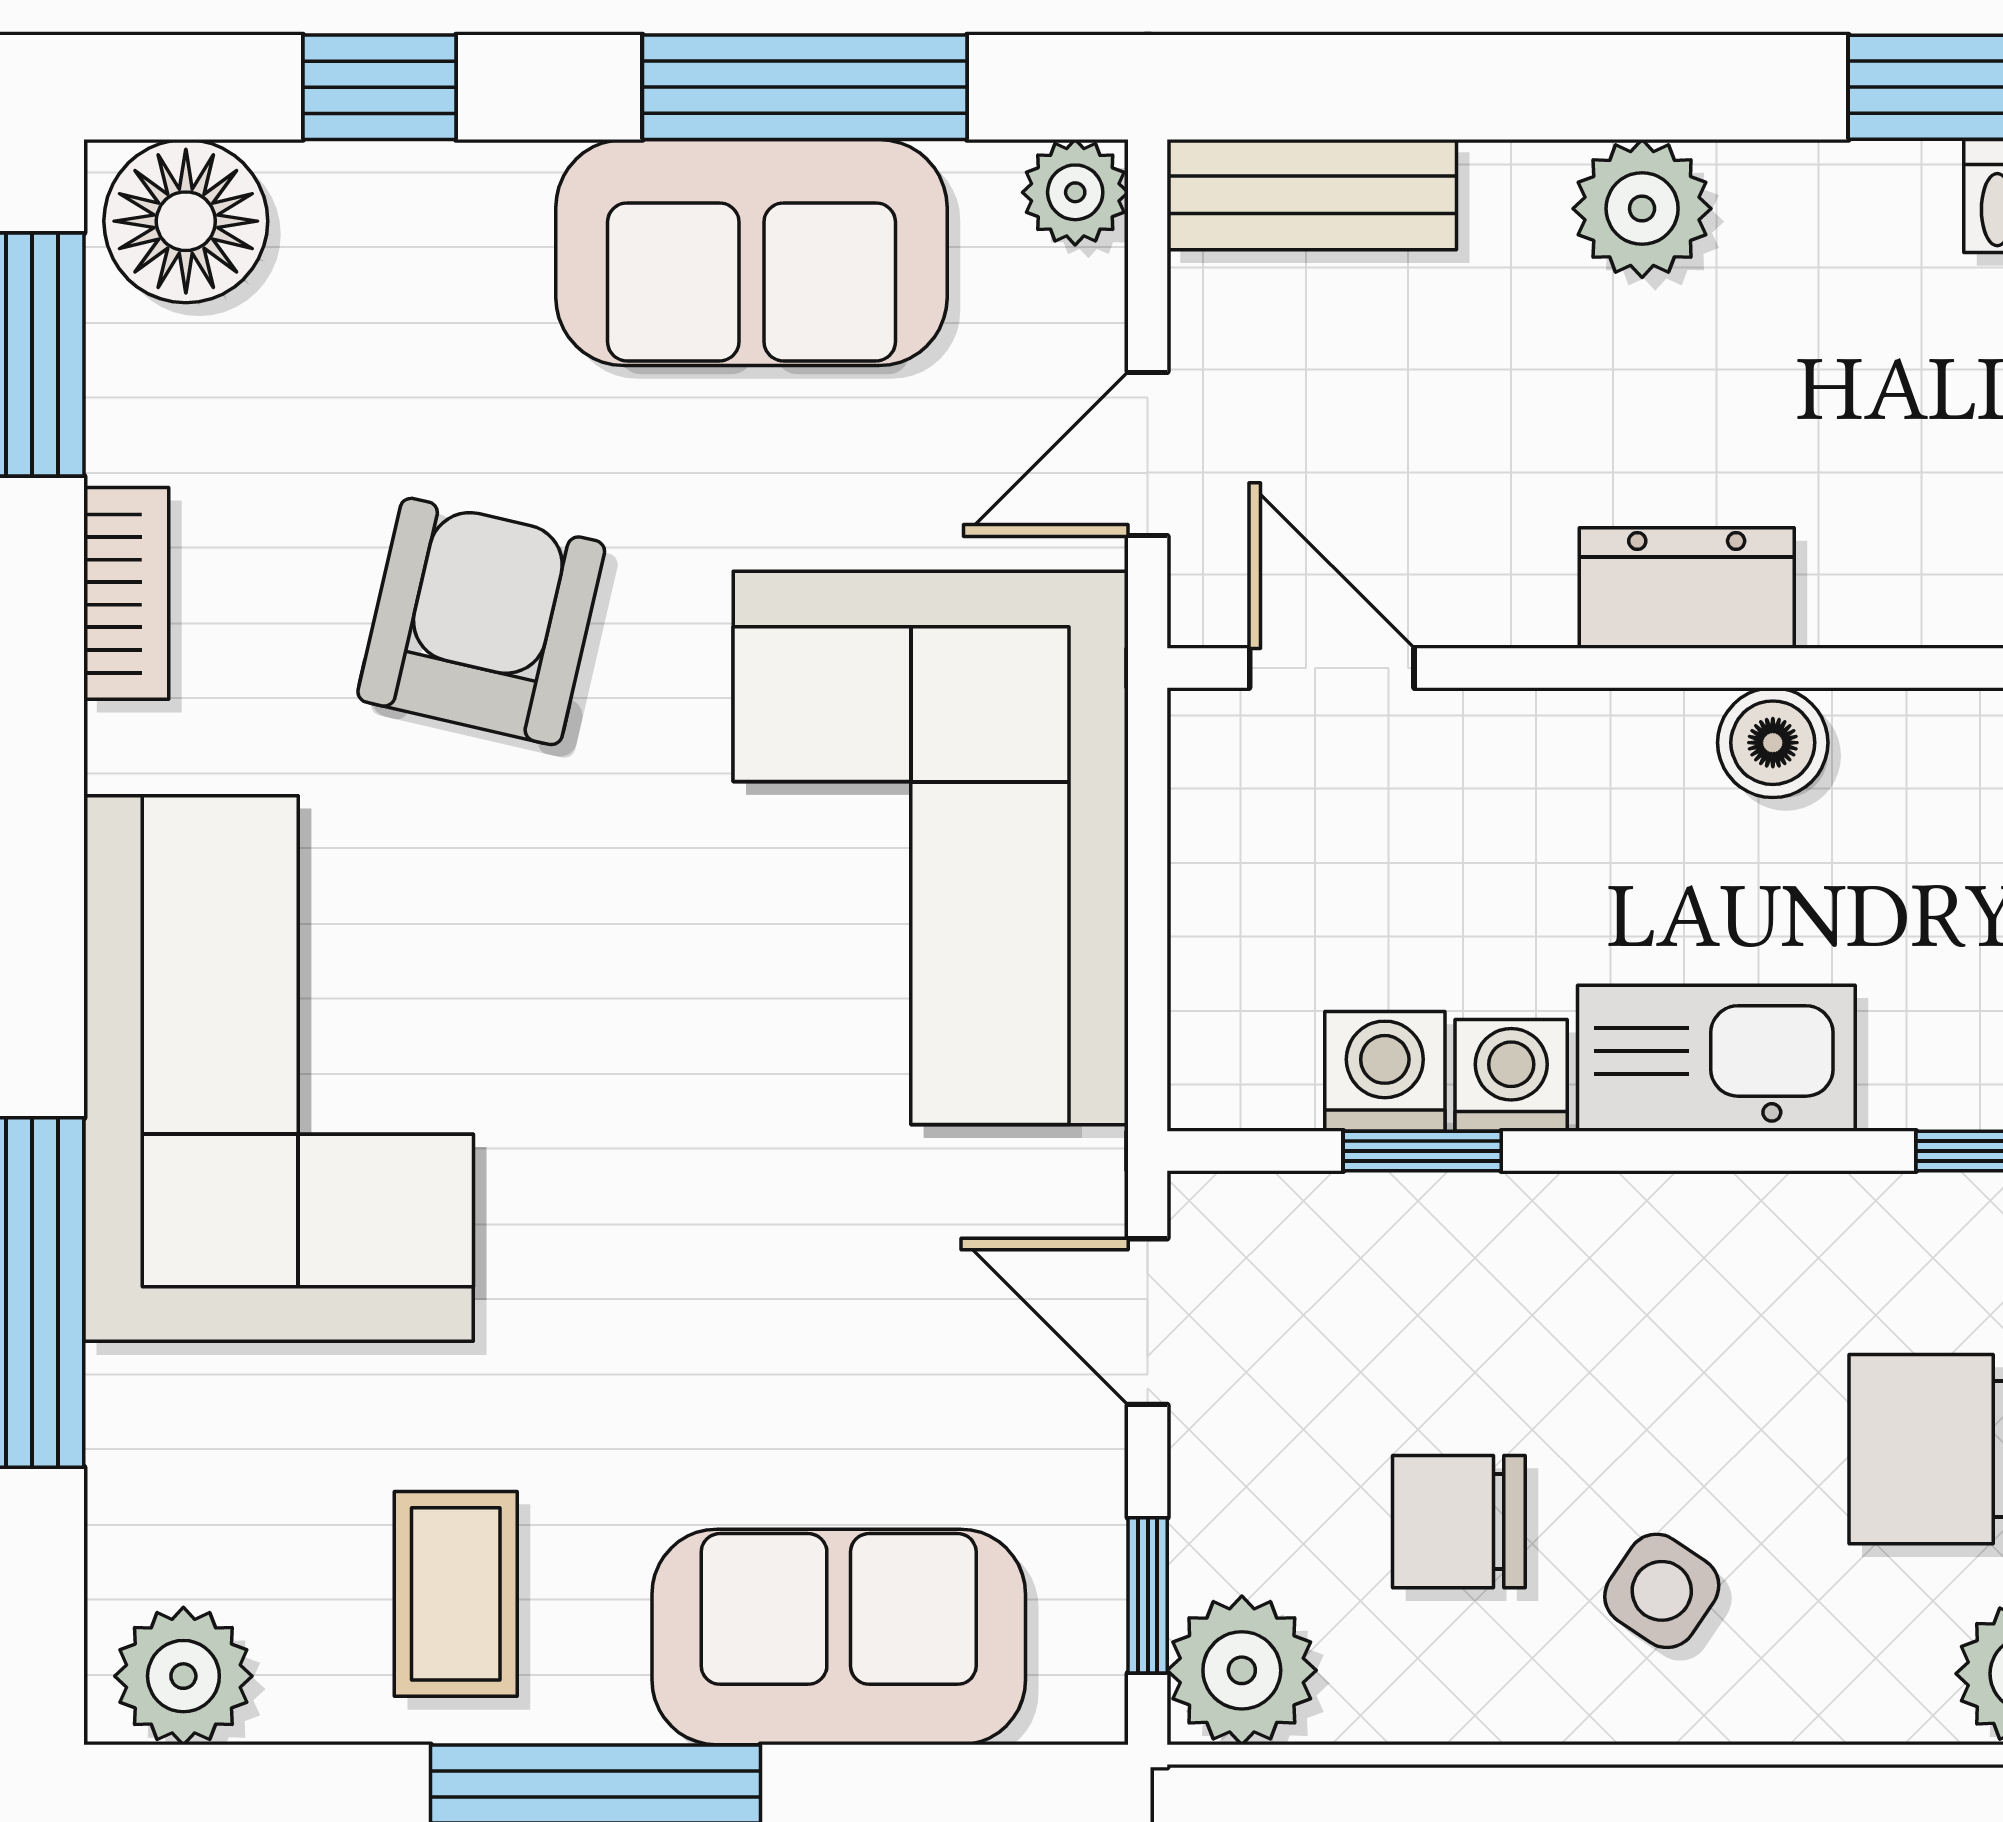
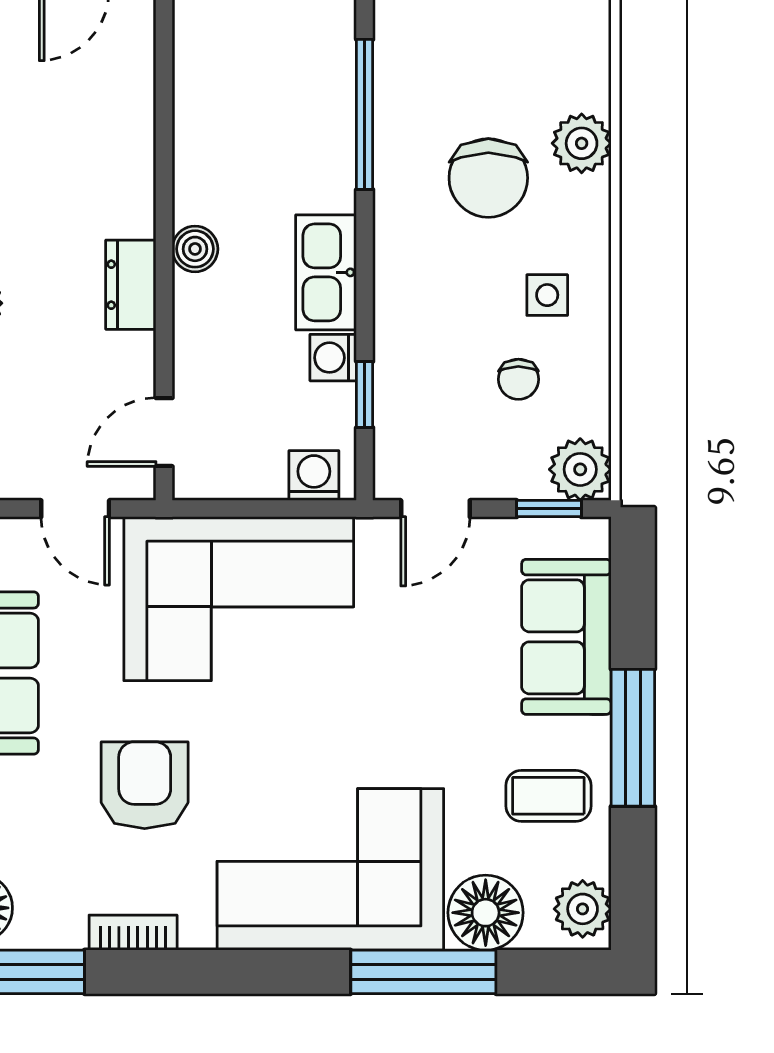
armchair: (481, 621) -> (145, 785), turned 77
washing machine: (1385, 1071) -> (314, 475), moved, turned 90
floor lamp: (174, 1442) -> (486, 913), added
chair: (1459, 1522) -> (518, 379), width x0.73, depth x0.73
side table: (1662, 1591) -> (547, 295), turned -34

